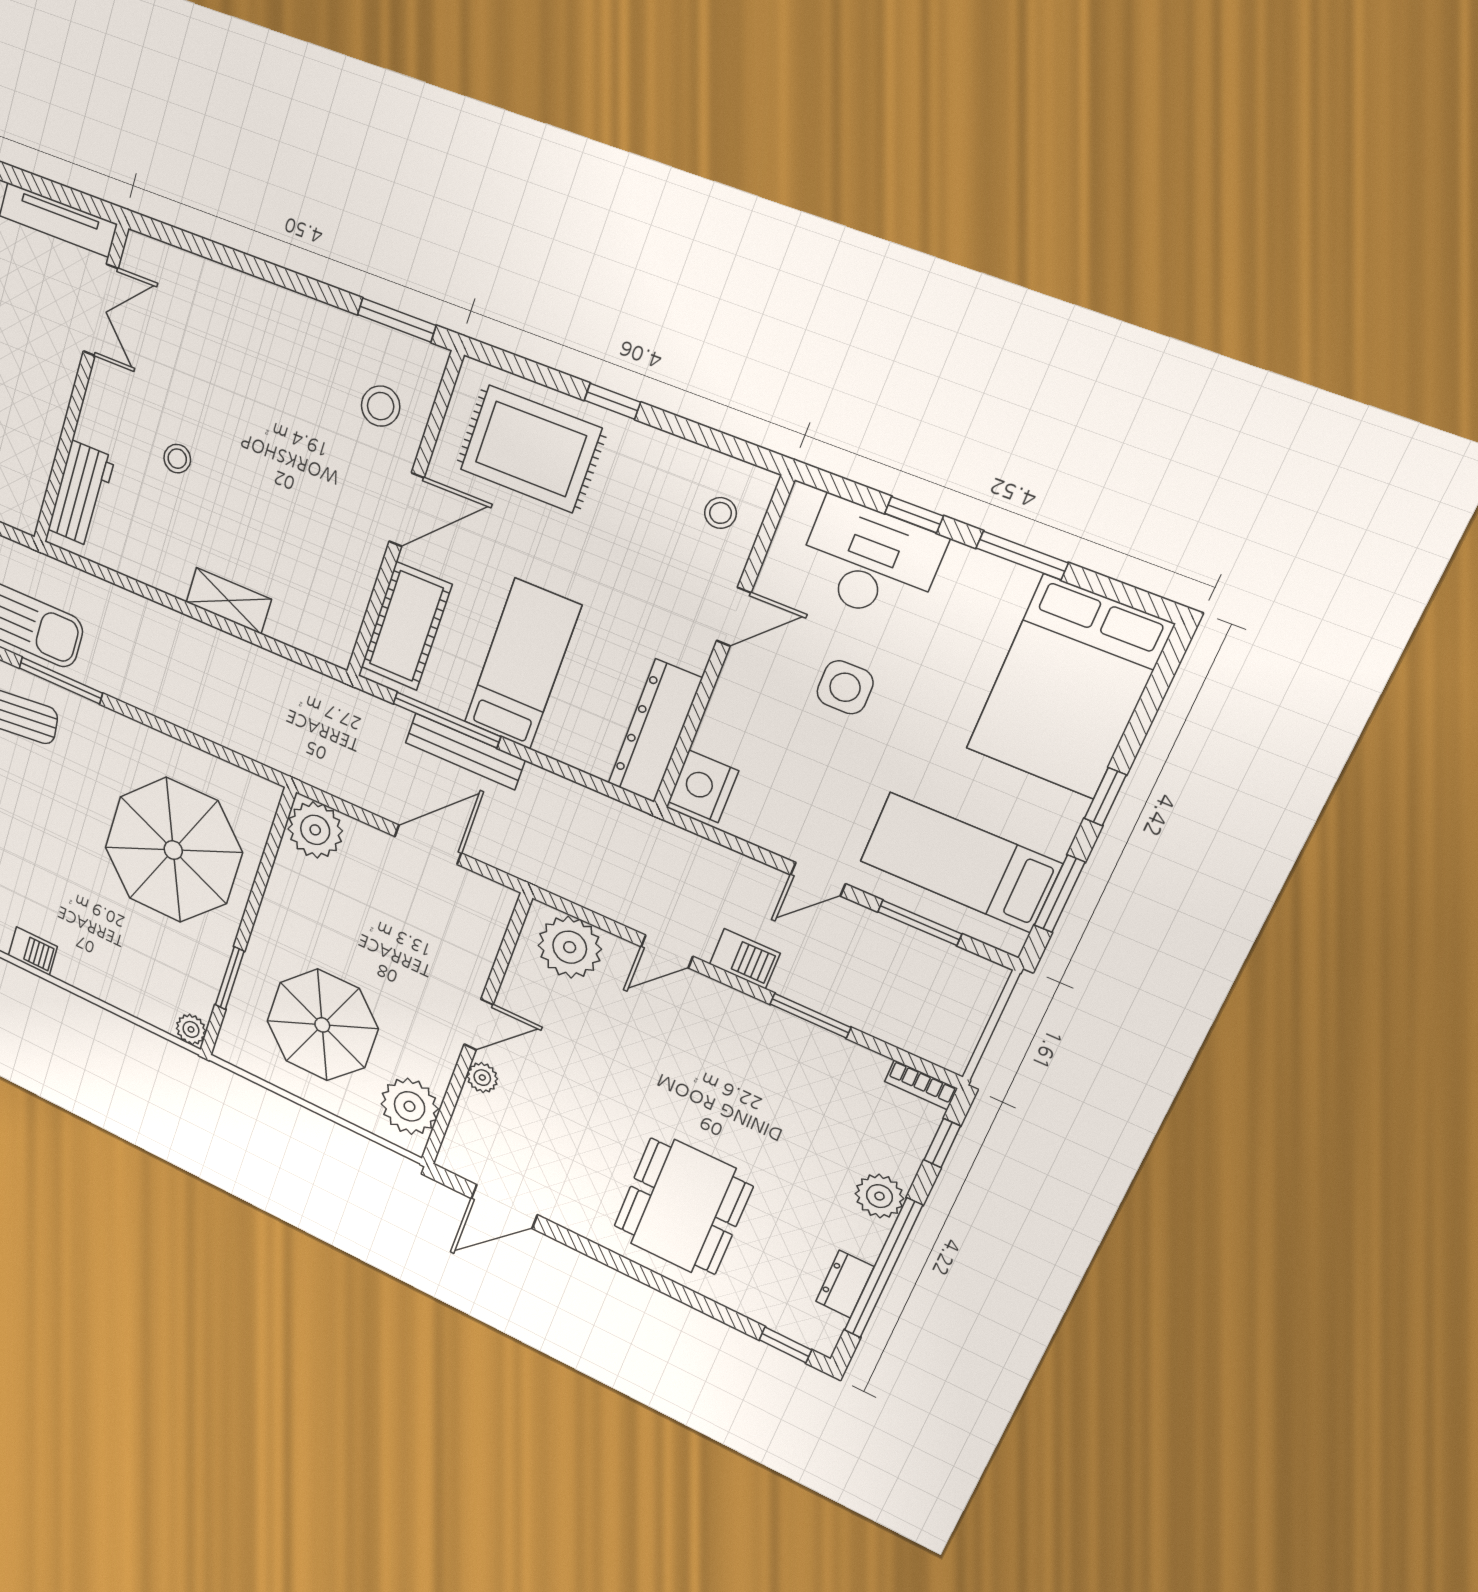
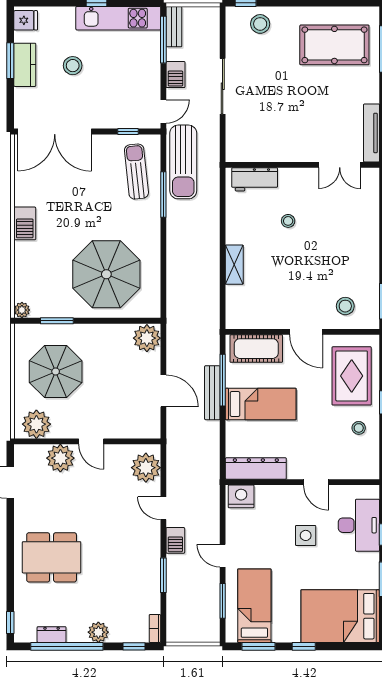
stool: (720, 513) -> (359, 428), moved
barbecue: (33, 951) -> (25, 223), width x1.38, depth x1.27
plant: (482, 1078) -> (60, 458), width x1.87, depth x1.87

